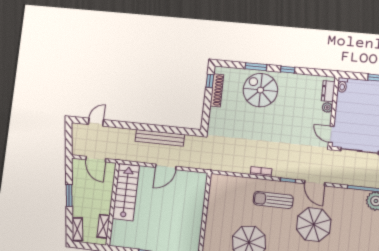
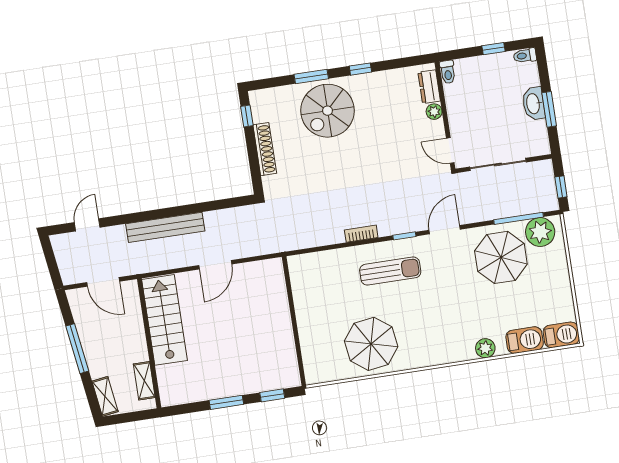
shoe rack: (217, 90) -> (265, 149), moved
spiral stairs: (260, 90) -> (327, 111), turned -90
bench: (160, 138) -> (165, 227), moved
door: (315, 183) -> (445, 230), swing flipped
window: (69, 195) -> (77, 349), width x1.44
sun lounger: (273, 200) -> (390, 271), turned 180
parasol: (314, 225) -> (501, 257), moved

